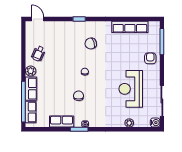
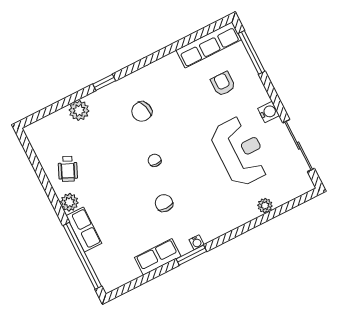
door: (38, 19) -> (39, 115), removed
plant: (59, 27) -> (79, 110), added
row of seats: (130, 27) -> (209, 45), moved
armchair: (150, 58) -> (223, 84), moved
reception desk: (131, 89) -> (240, 151), turned 180
row of seats: (31, 112) -> (102, 266), removed
water cooler: (155, 123) -> (269, 112), moved

